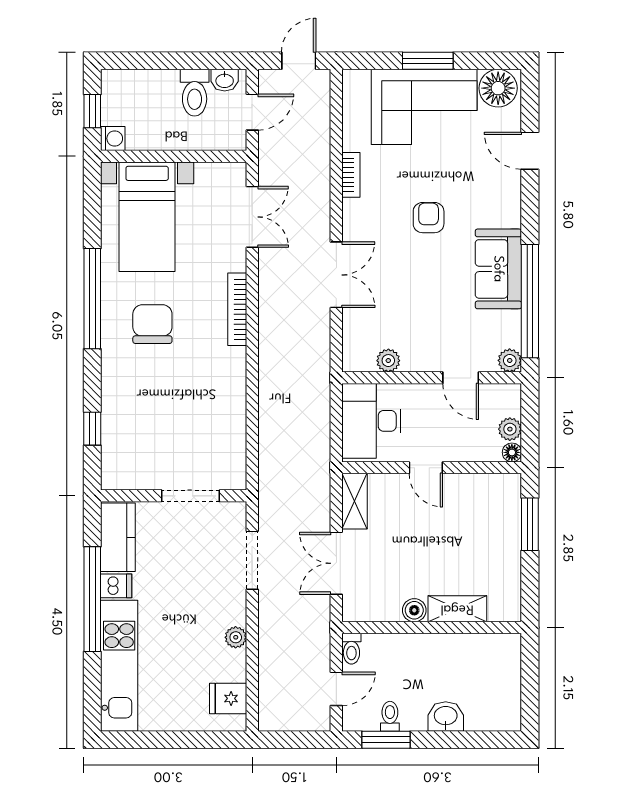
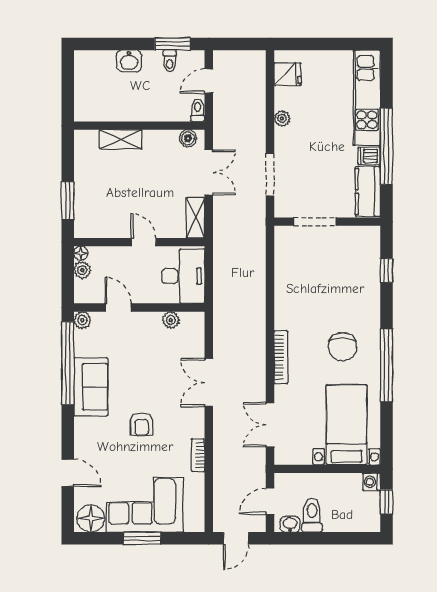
boiler: (414, 610) -> (188, 138), moved

